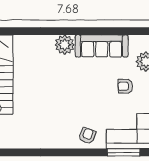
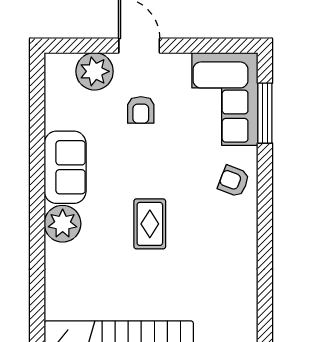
sofa: (102, 46) -> (65, 167), width x0.73
rug: (65, 91) -> (150, 224), added

